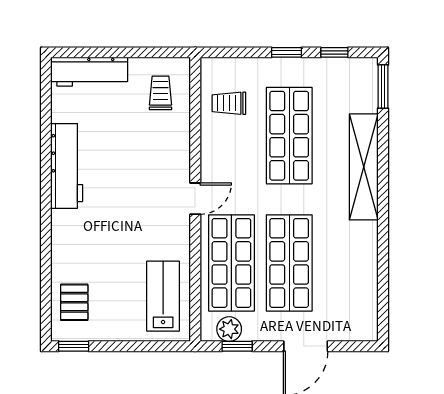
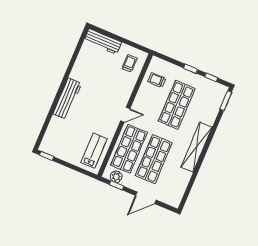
workbench: (67, 166) -> (67, 99), moved
shelving: (364, 167) -> (196, 147), moved
pallet: (74, 302) -> (55, 137), removed

